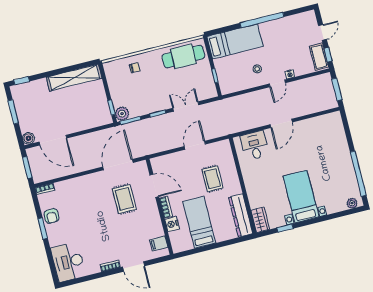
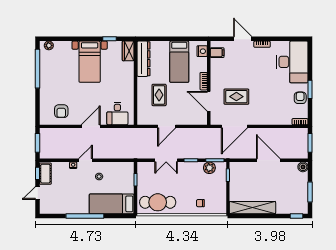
plant: (122, 114) -> (209, 168), moved
armchair: (319, 132) -> (61, 111), added
door: (53, 140) -> (268, 160), moved
rug: (124, 199) -> (236, 97), turned 90
nightstand: (172, 224) -> (202, 51), moved
desk: (68, 262) -> (292, 62), width x1.36, depth x1.30

